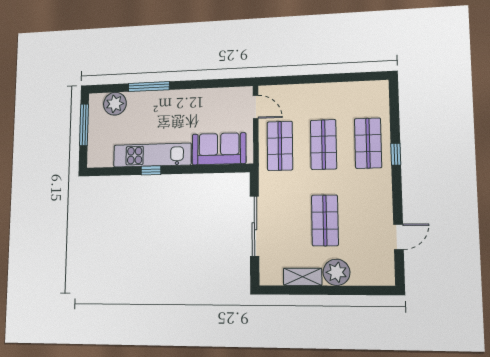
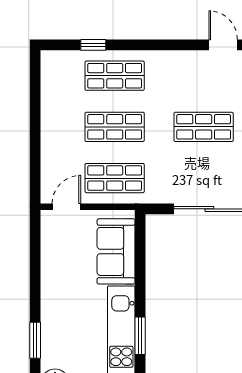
window: (149, 87) -> (35, 340), width x0.69
window: (396, 154) -> (93, 45), moved
window: (151, 170) -> (140, 336), width x1.50

